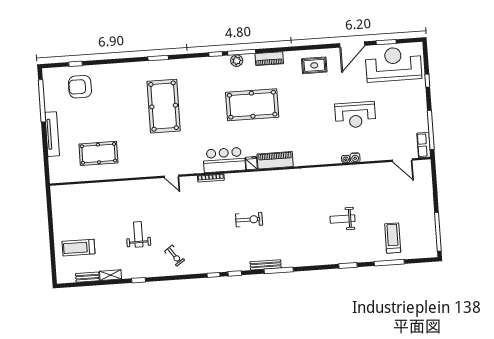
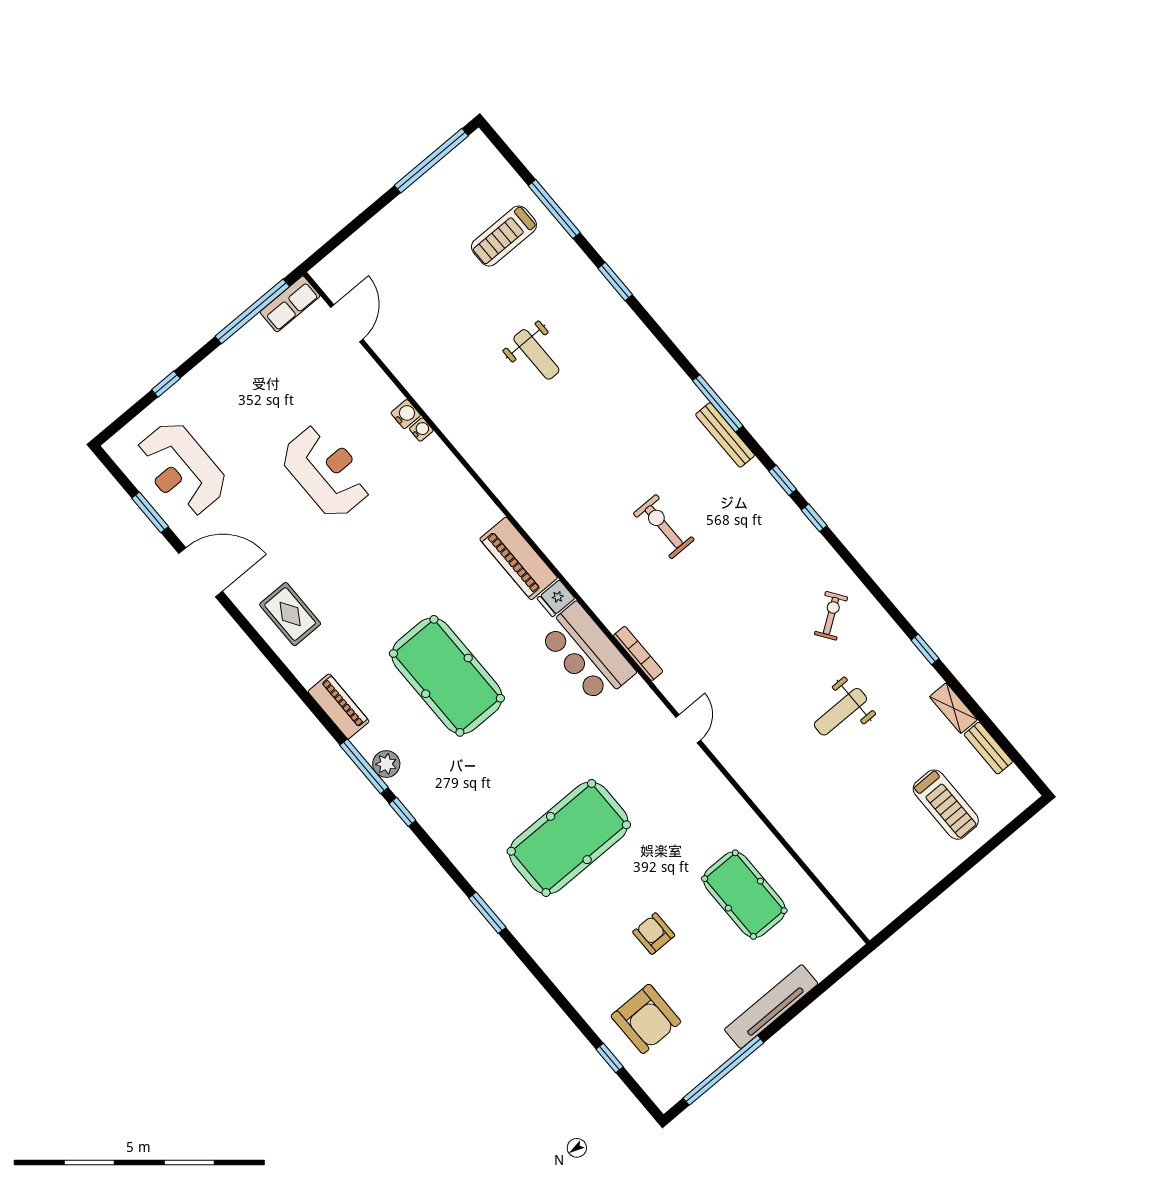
reception desk: (393, 64) -> (181, 469), width x0.74, depth x0.77
armchair: (108, 111) -> (654, 934), added

